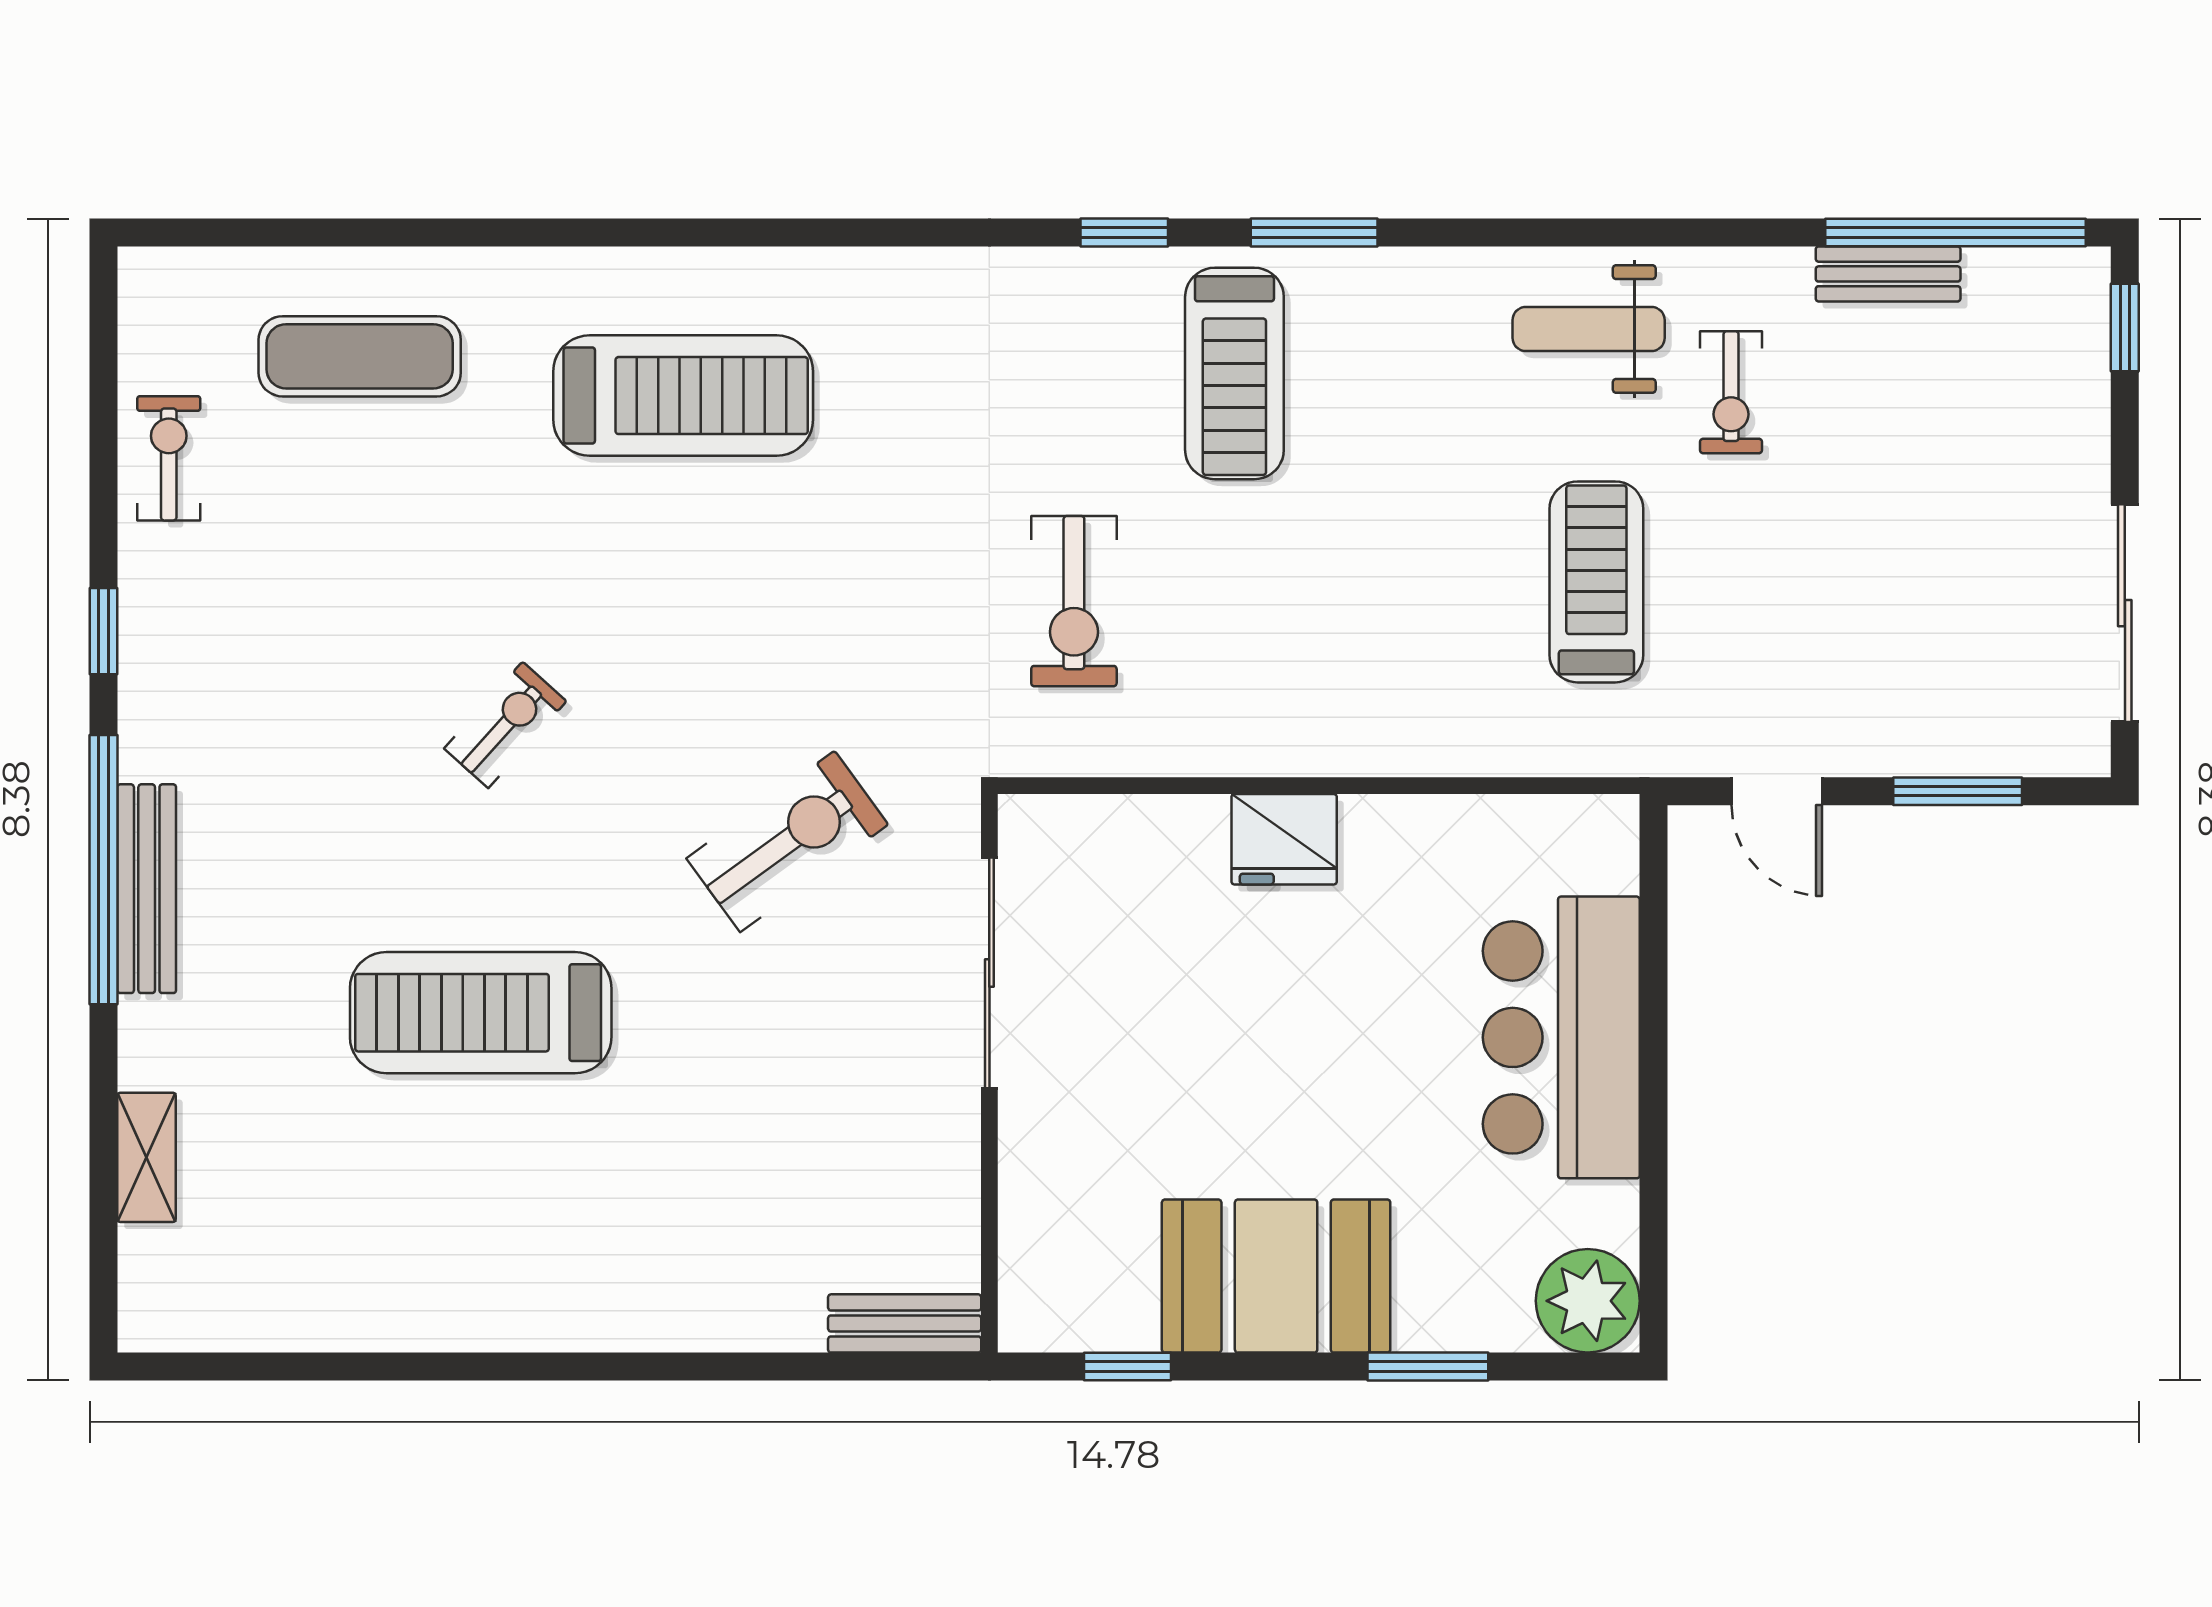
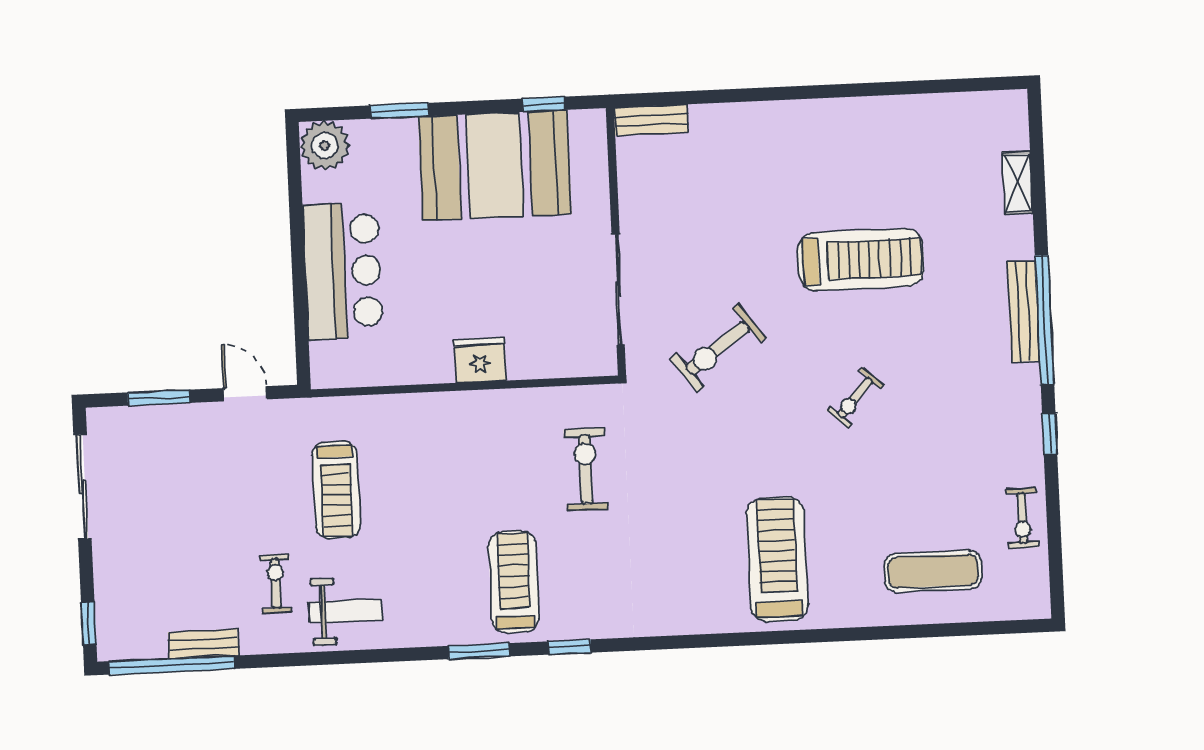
treadmill: (683, 396) -> (777, 559), turned 90
booth: (1276, 1276) -> (495, 165), width x1.36, depth x1.42

